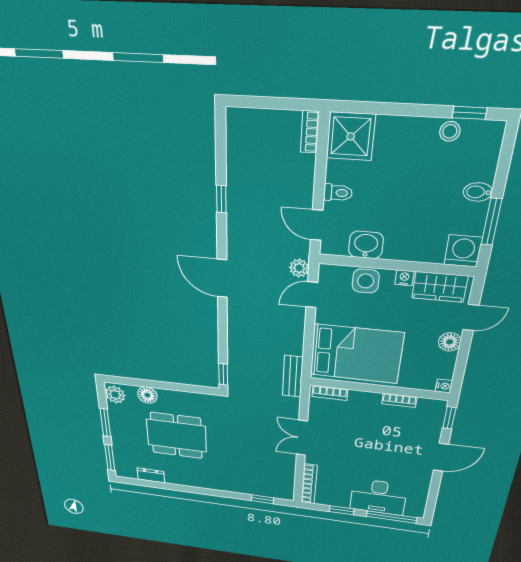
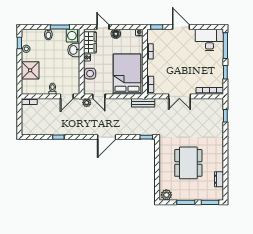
shower: (351, 136) -> (30, 70), moved
washbasin: (366, 245) -> (74, 50), moved
door: (222, 278) -> (107, 137), moved
floor lamp: (147, 395) -> (164, 177), removed
desk: (378, 497) -> (209, 40), moved, turned -90

